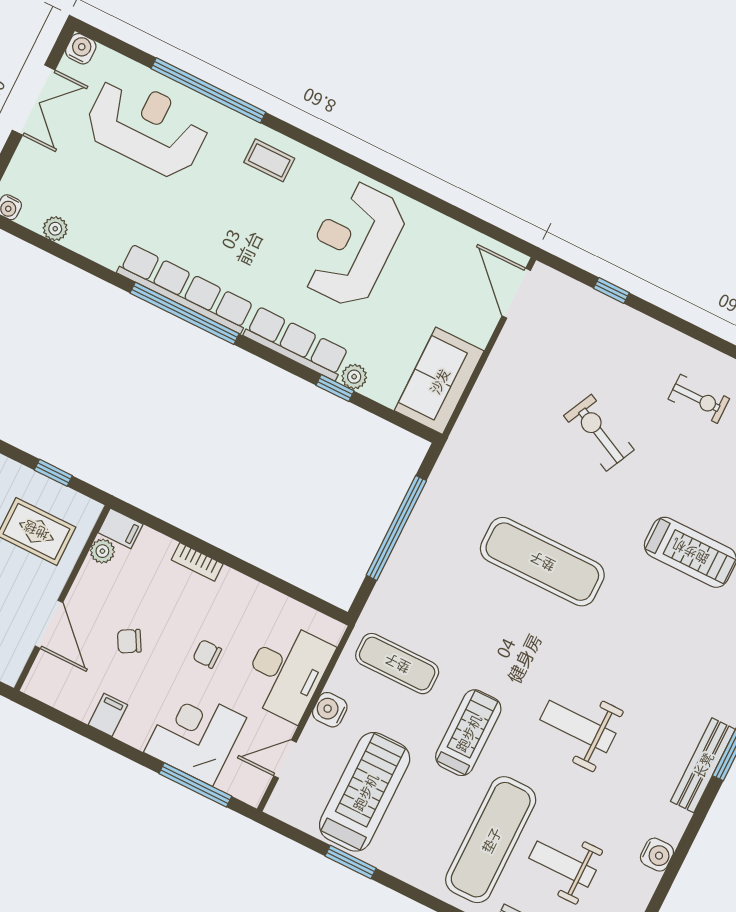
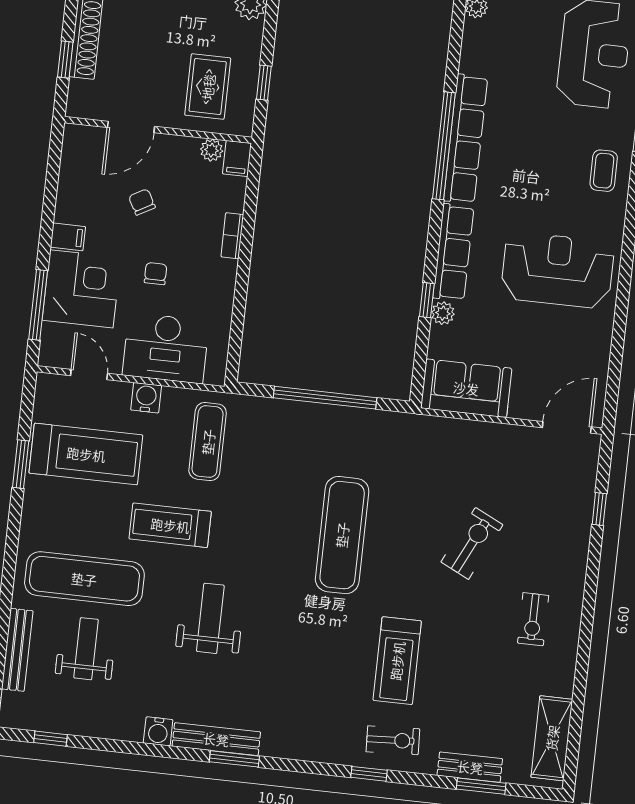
filing cabinet: (108, 715) -> (68, 237), moved
treadmill: (468, 733) -> (170, 525), turned 180
water cooler: (657, 855) -> (158, 731), moved

